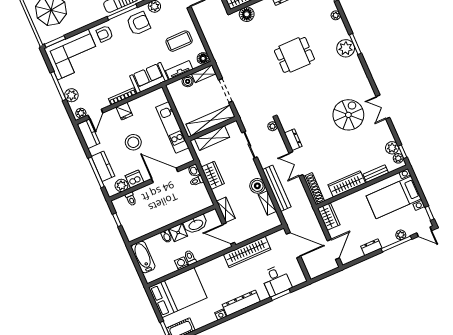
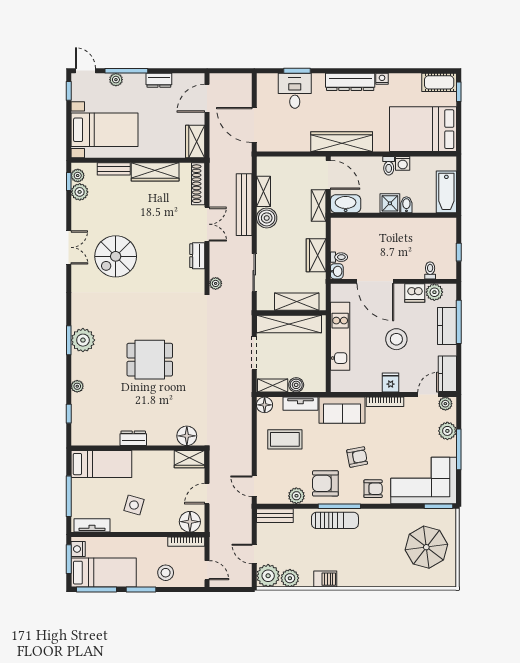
armchair: (125, 51) -> (357, 457), added
washbasin: (196, 224) -> (346, 204), moved
wardrobe: (247, 252) -> (342, 142), moved

